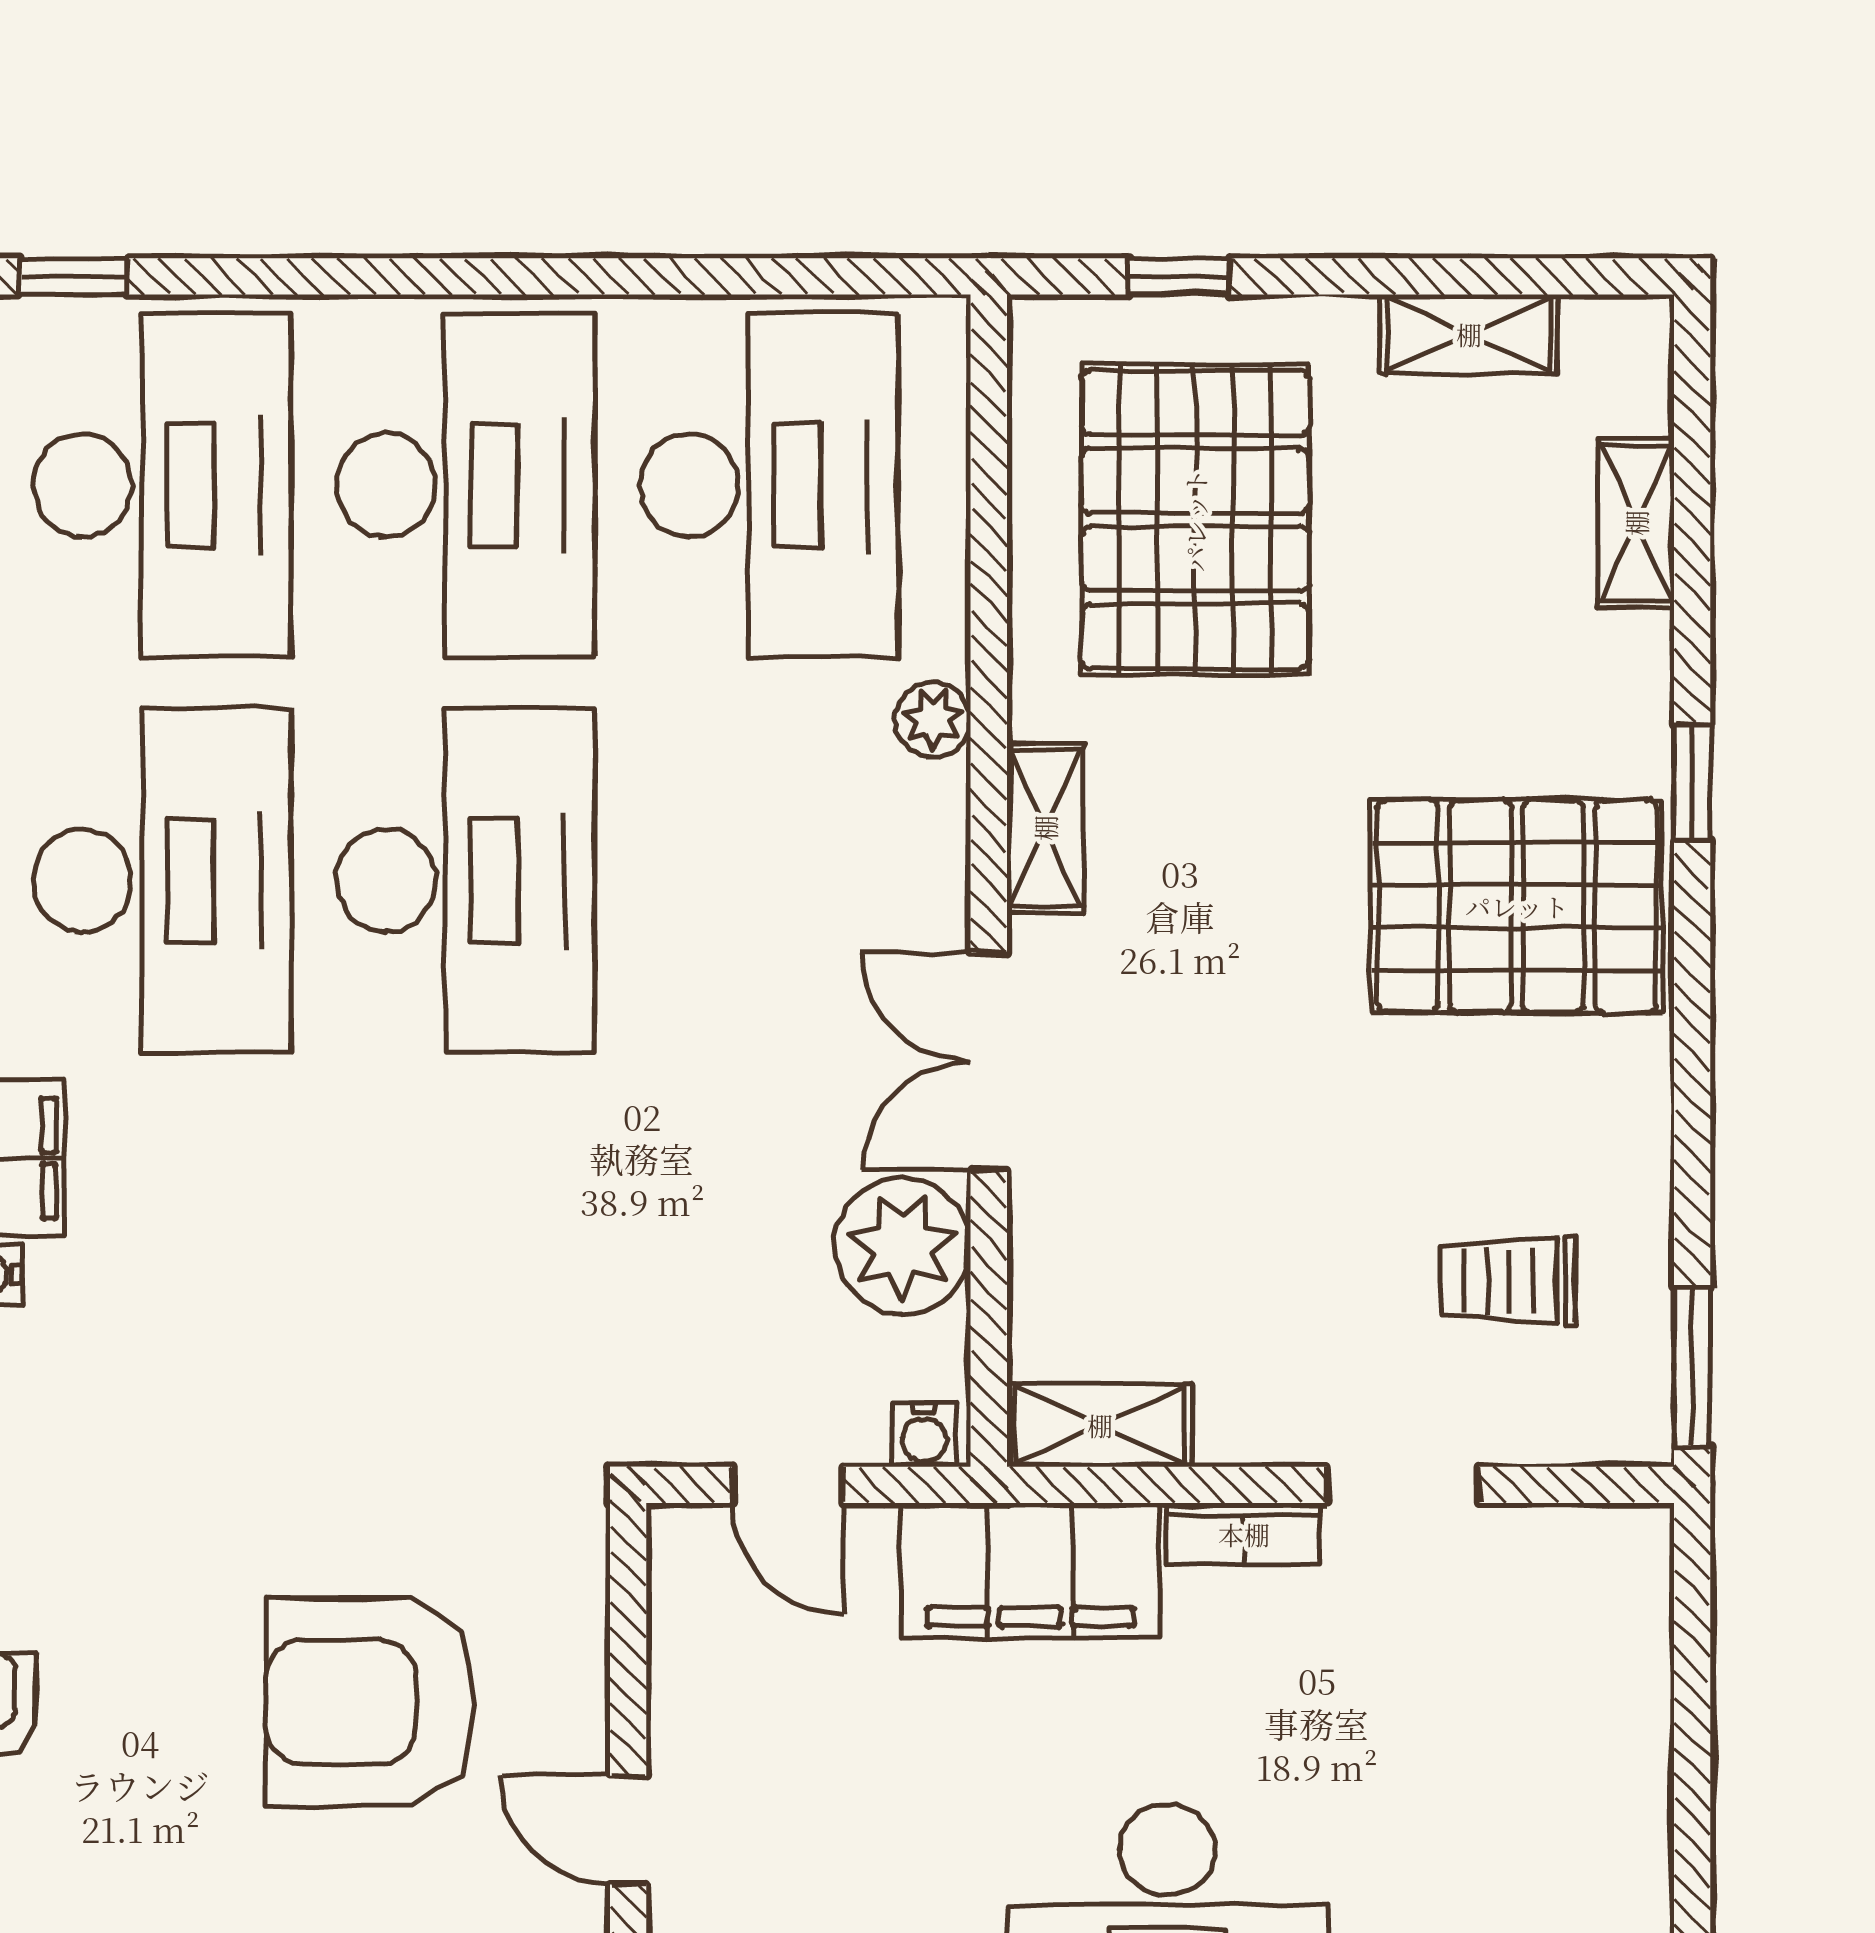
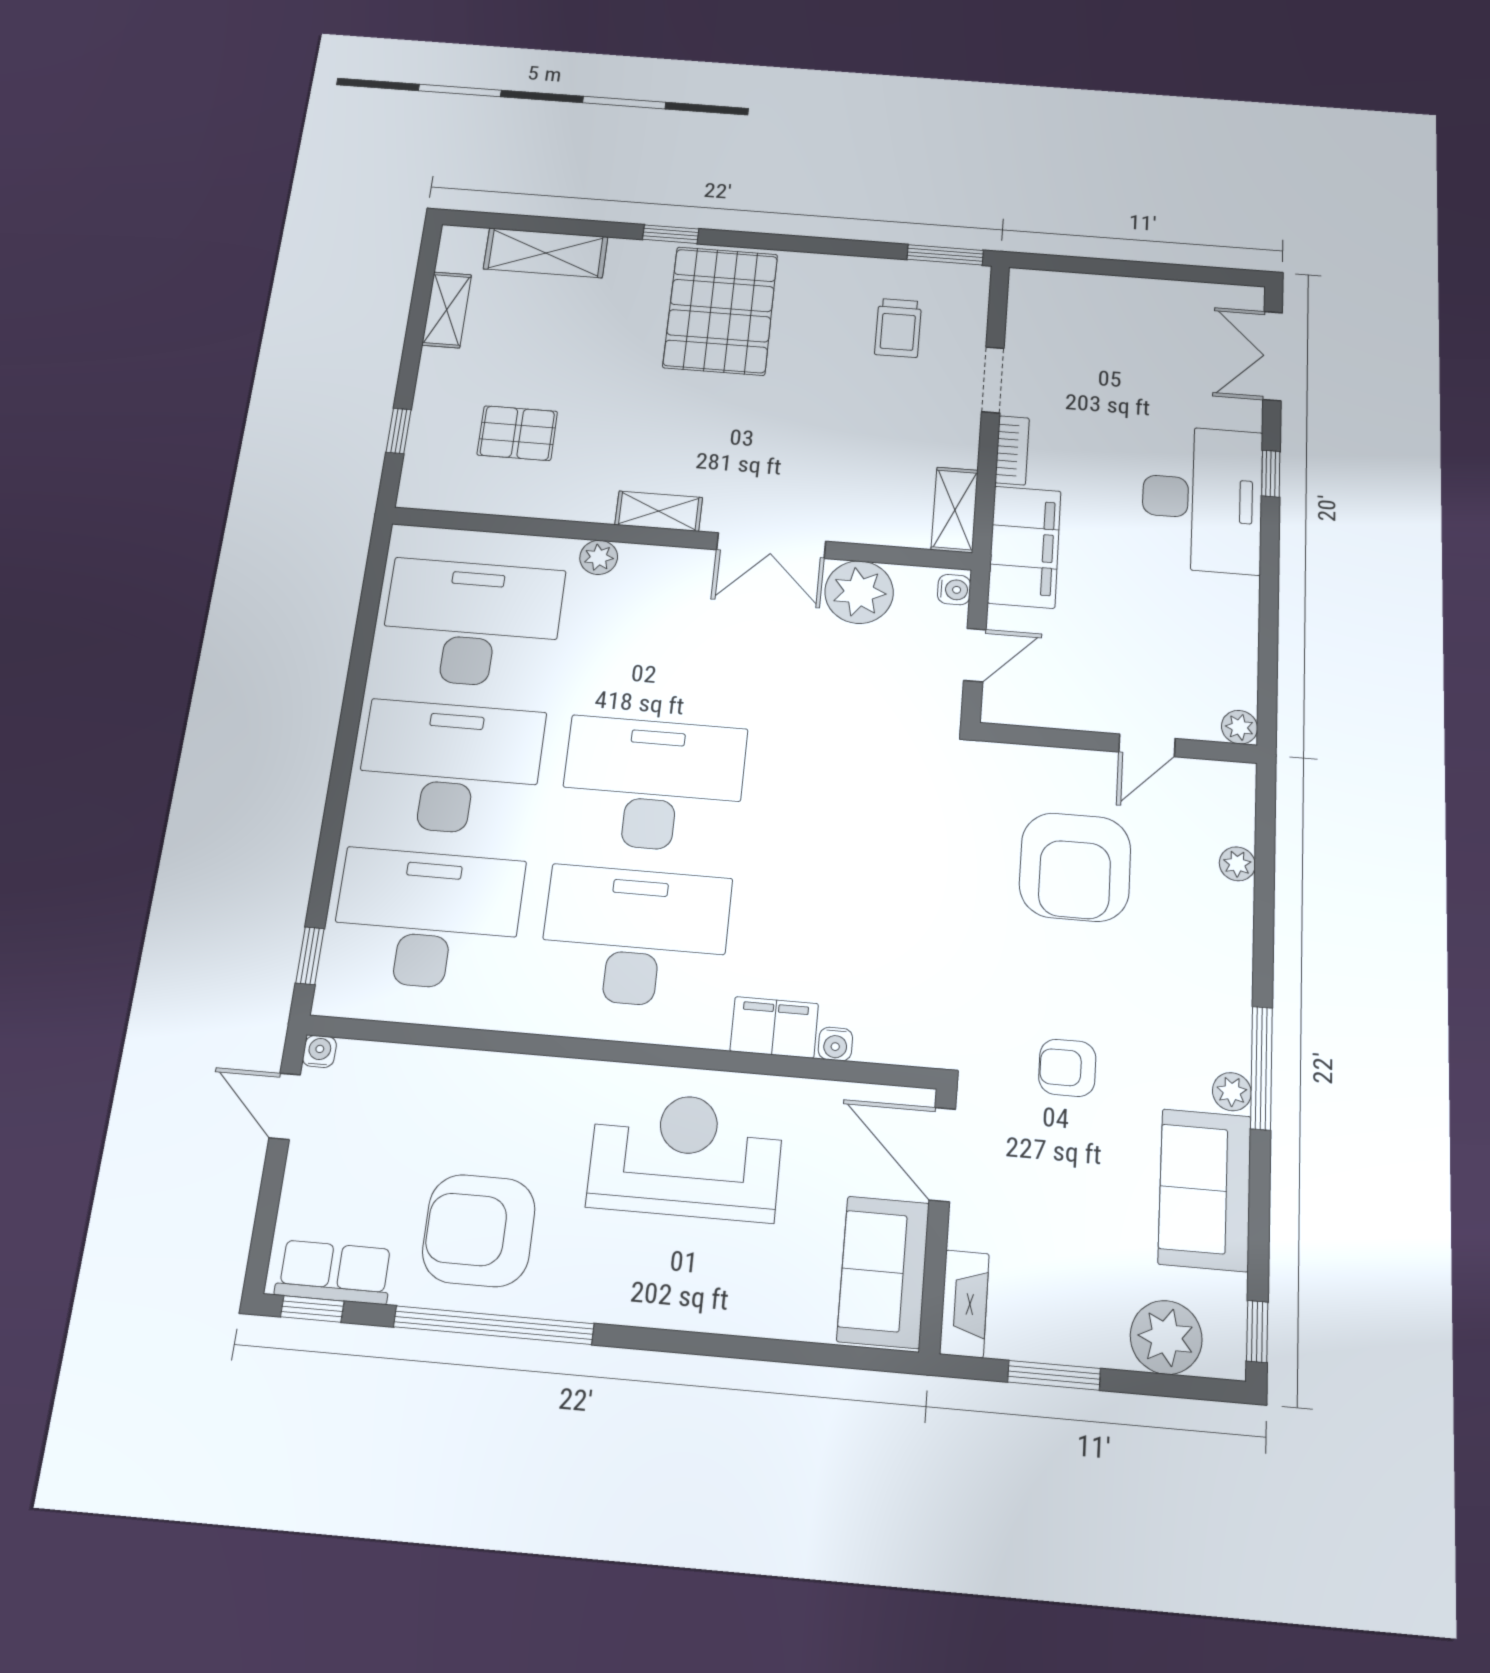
pallet: (1195, 520) -> (517, 433), width x0.49, depth x0.50
shelving: (1636, 523) -> (546, 253), width x1.50, depth x1.33

